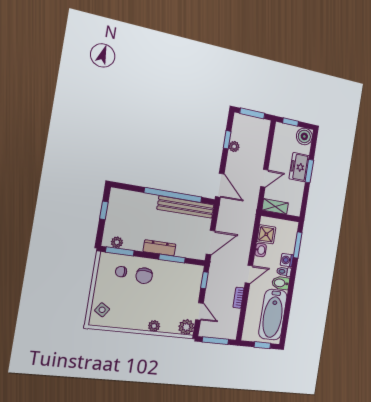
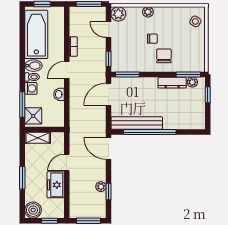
freezer: (299, 167) -> (56, 185), moved, turned 180
shelving: (275, 207) -> (38, 138), moved
window: (104, 210) -> (208, 95), moved
shower: (266, 234) -> (33, 116), moved
dresser: (160, 248) -> (172, 83), moved
window: (172, 259) -> (127, 75), moved
chair: (121, 272) -> (152, 39), moved

